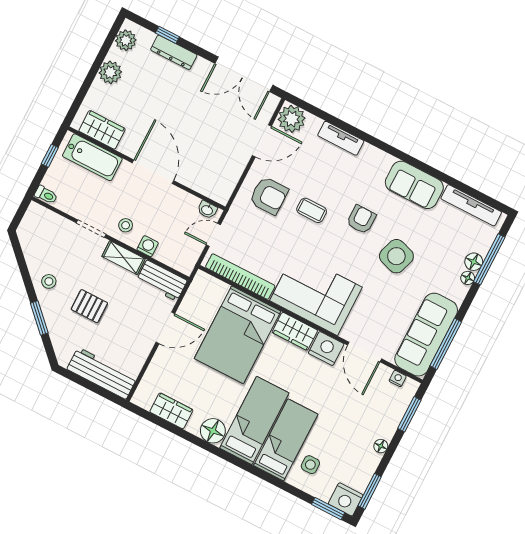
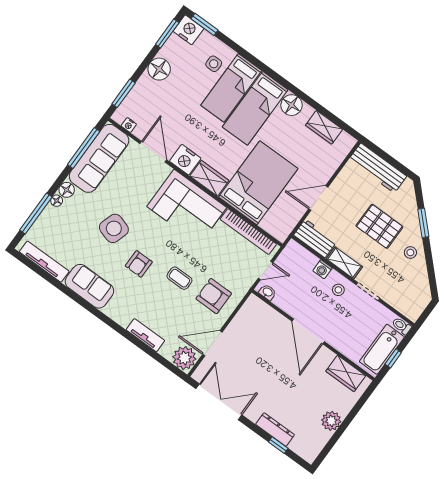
plant: (126, 40) -> (314, 446), removed
bathtub: (92, 157) -> (382, 349), moved, turned -90
floor lamp: (474, 262) -> (67, 190), moved
pallet: (89, 306) -> (379, 226), width x1.50, depth x1.42
floor lamp: (381, 446) -> (159, 69), width x1.89, depth x1.89

